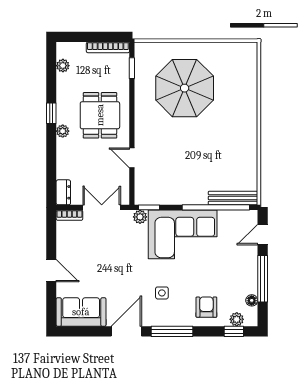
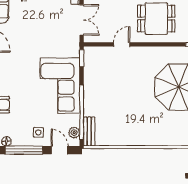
bench: (233, 198) -> (89, 131), width x0.73
plant: (140, 217) -> (74, 133), moved
side table: (162, 293) -> (38, 132), moved

